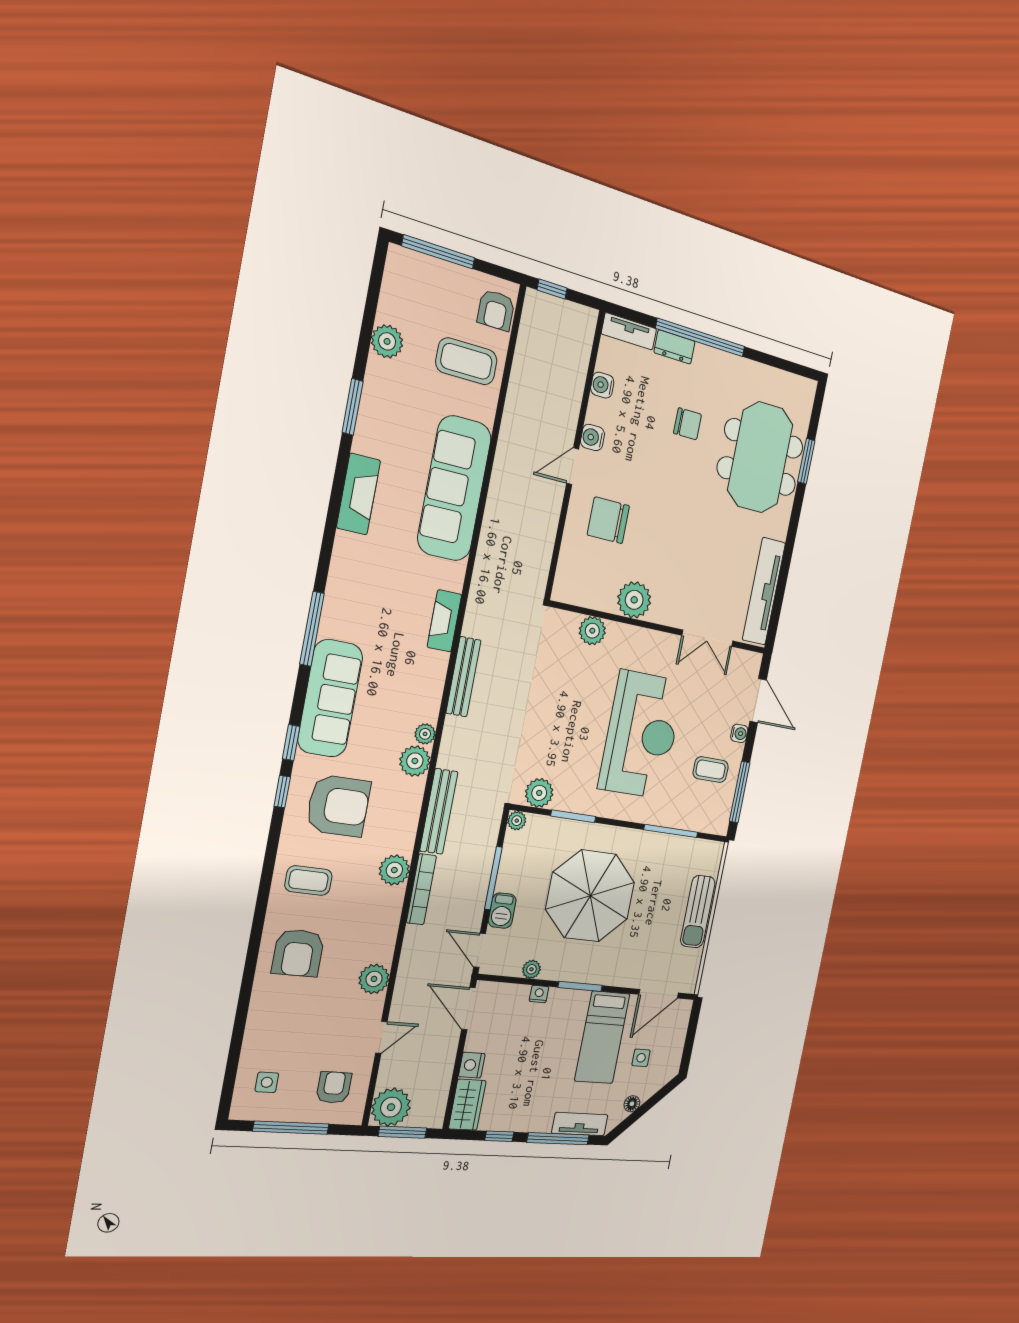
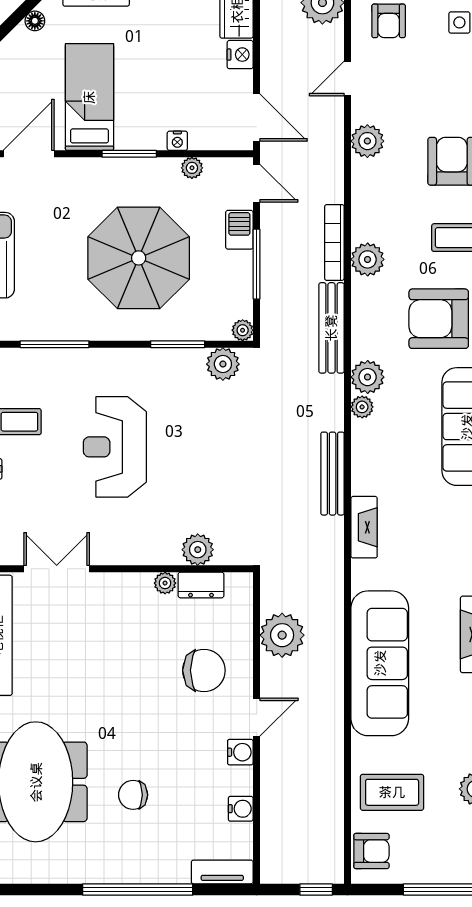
armchair: (496, 310) -> (371, 851), turned 90
dresser: (675, 347) -> (201, 585), moved, turned 180
plant: (536, 536) -> (282, 635), added
plant: (634, 600) -> (165, 583), width x0.53, depth x0.53
reception desk: (641, 735) -> (115, 447), width x0.74, depth x0.77
side table: (641, 1058) -> (35, 76), removed

